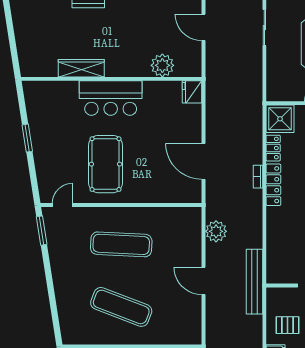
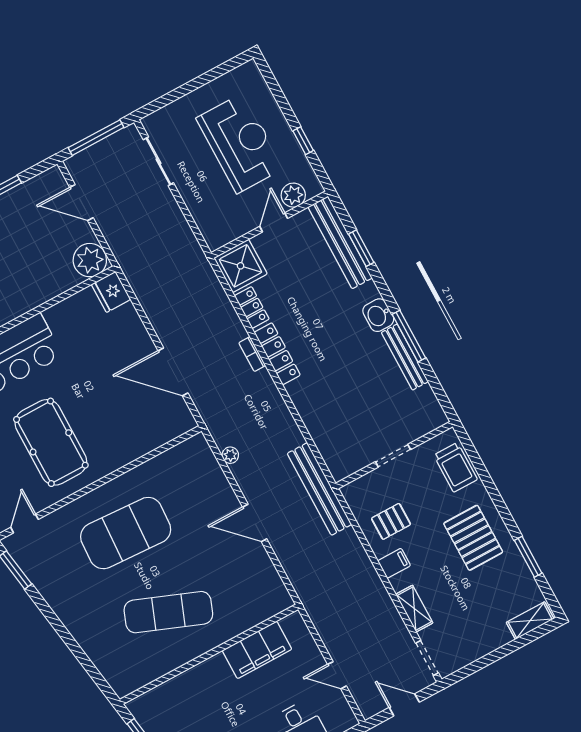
plant: (162, 65) -> (90, 260), moved
plant: (216, 231) -> (230, 455), width x0.53, depth x0.53
exercise mat: (121, 244) -> (126, 533), width x1.47

